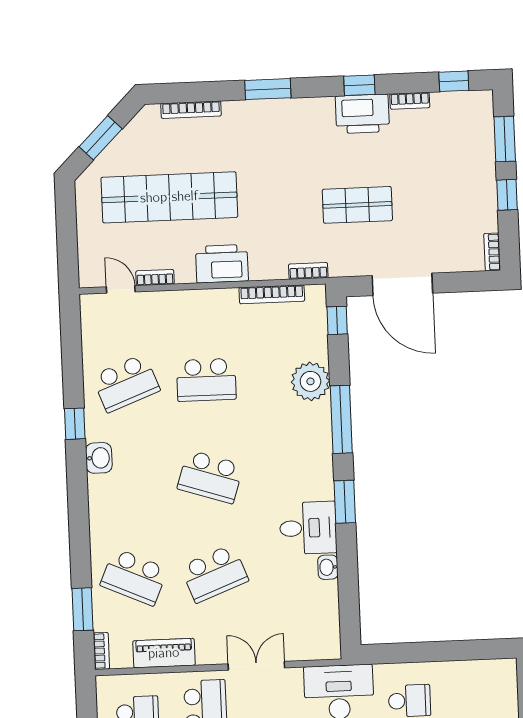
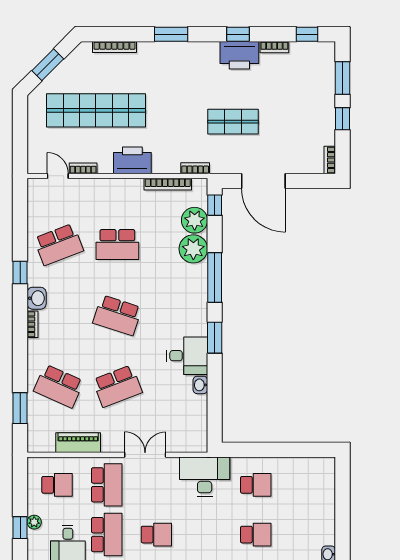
plant: (310, 342) -> (195, 220), added
bookcase: (101, 651) -> (33, 324), moved

